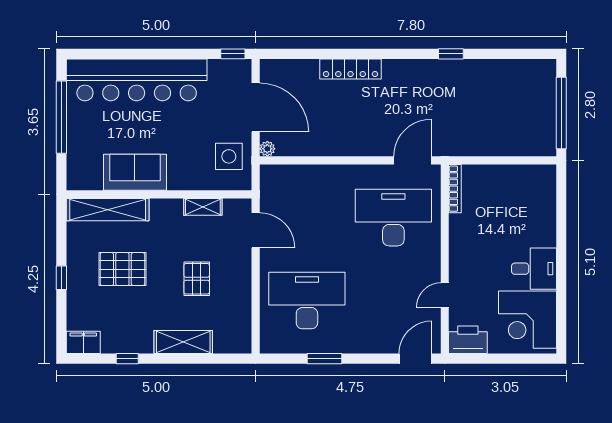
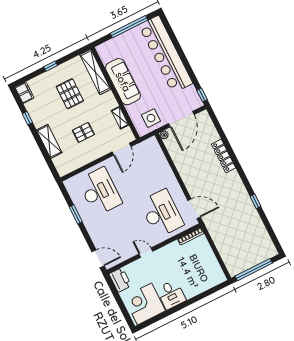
sofa: (135, 172) -> (123, 82), width x1.36
door: (445, 295) -> (146, 253), moved

